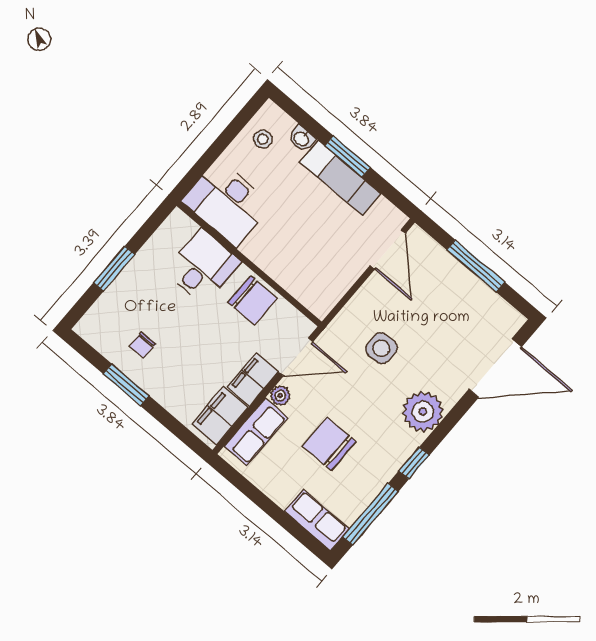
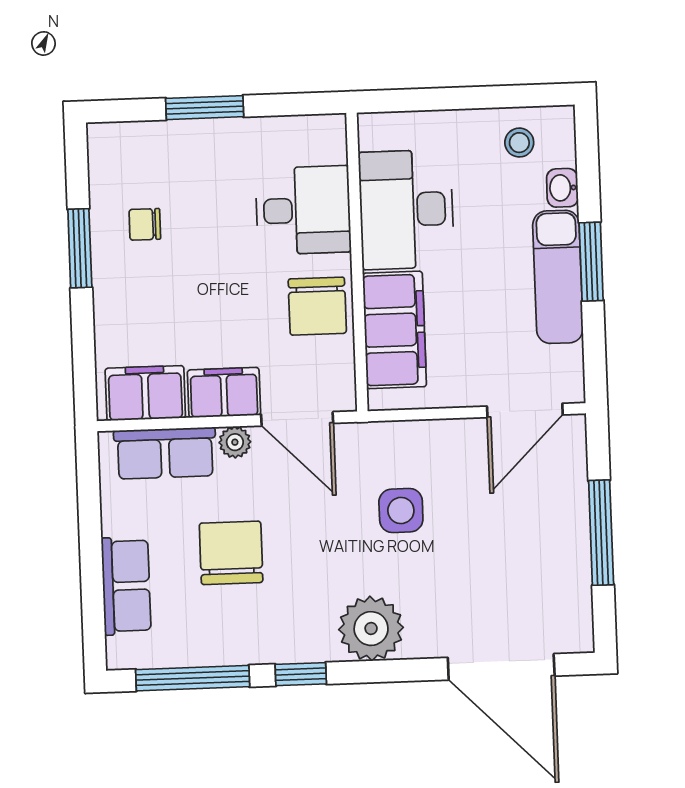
desk: (227, 203) -> (406, 210), moved
filing cabinet: (296, 275) -> (394, 330), added
row of seats: (317, 520) -> (126, 586), moved

